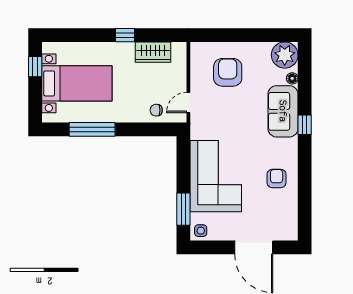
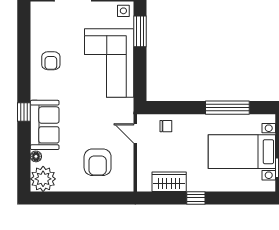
door: (188, 103) -> (135, 133), swing flipped

